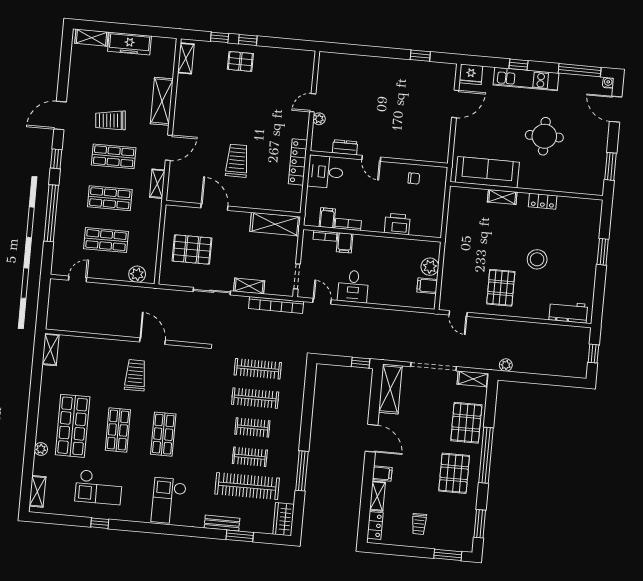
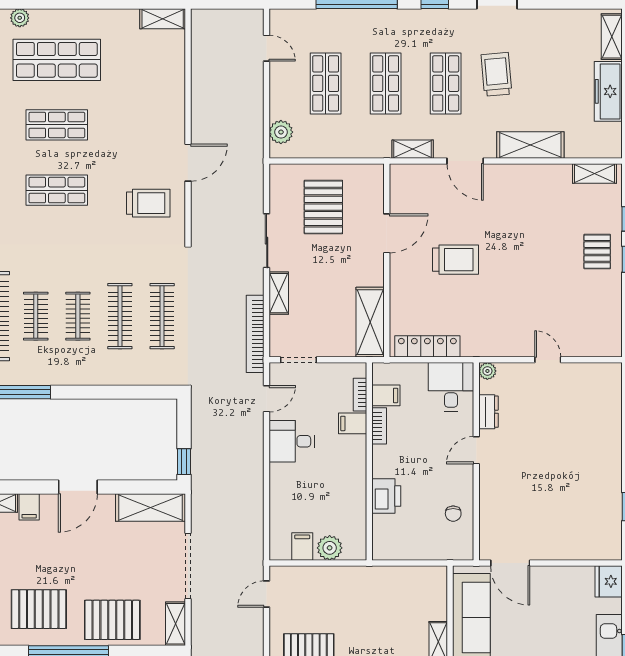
door: (455, 104) -> (510, 563), moved
plant: (319, 119) -> (487, 371), moved
locker: (298, 162) -> (427, 346), moved
trolley: (135, 375) -> (148, 203), moved

